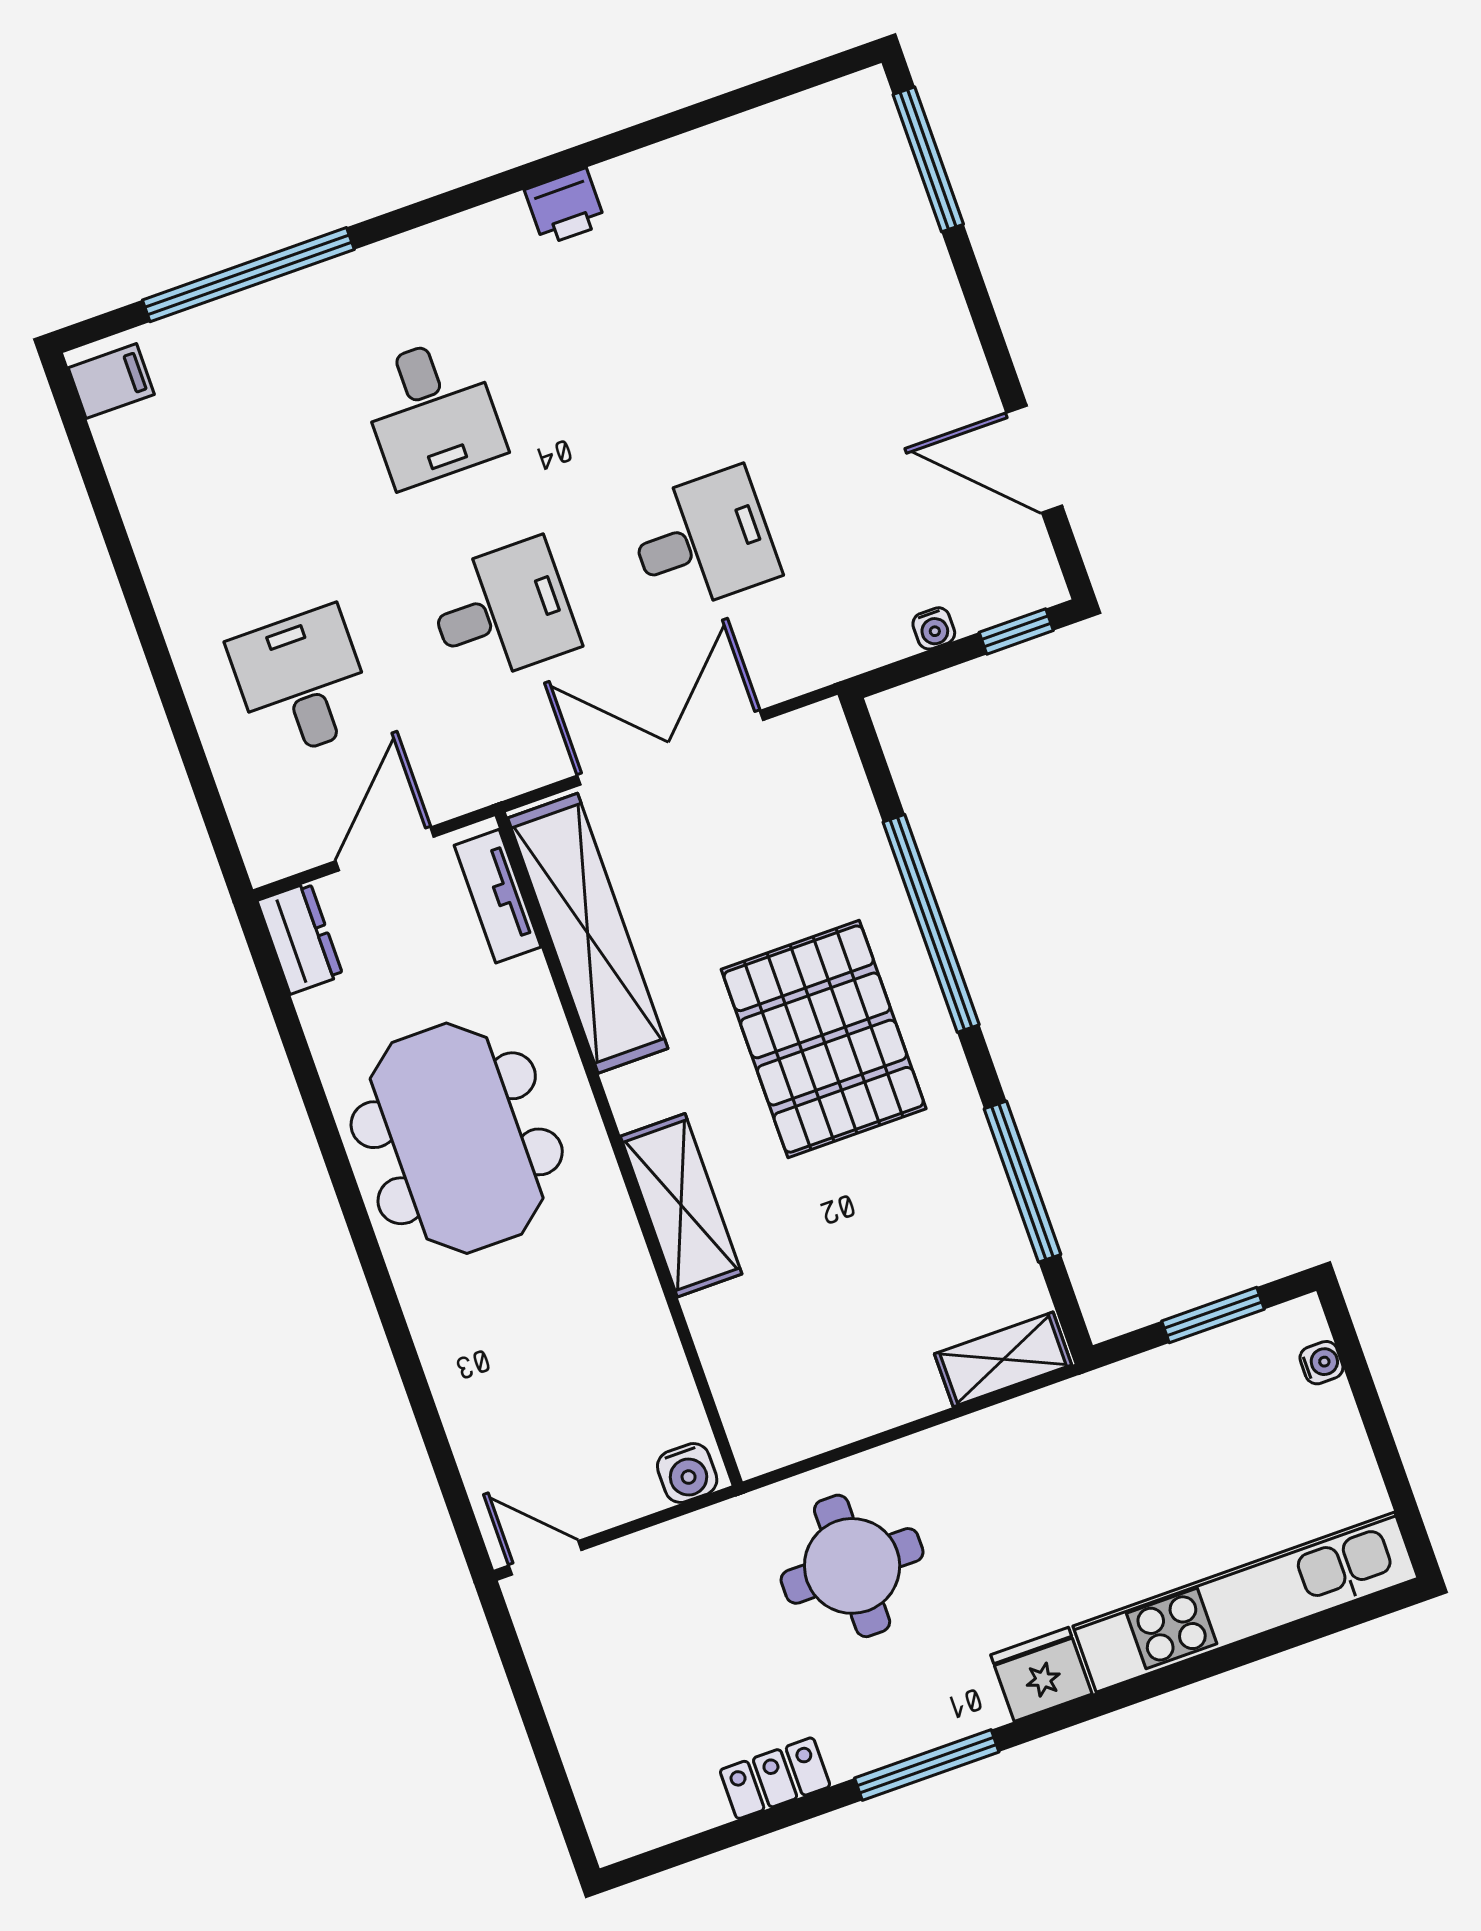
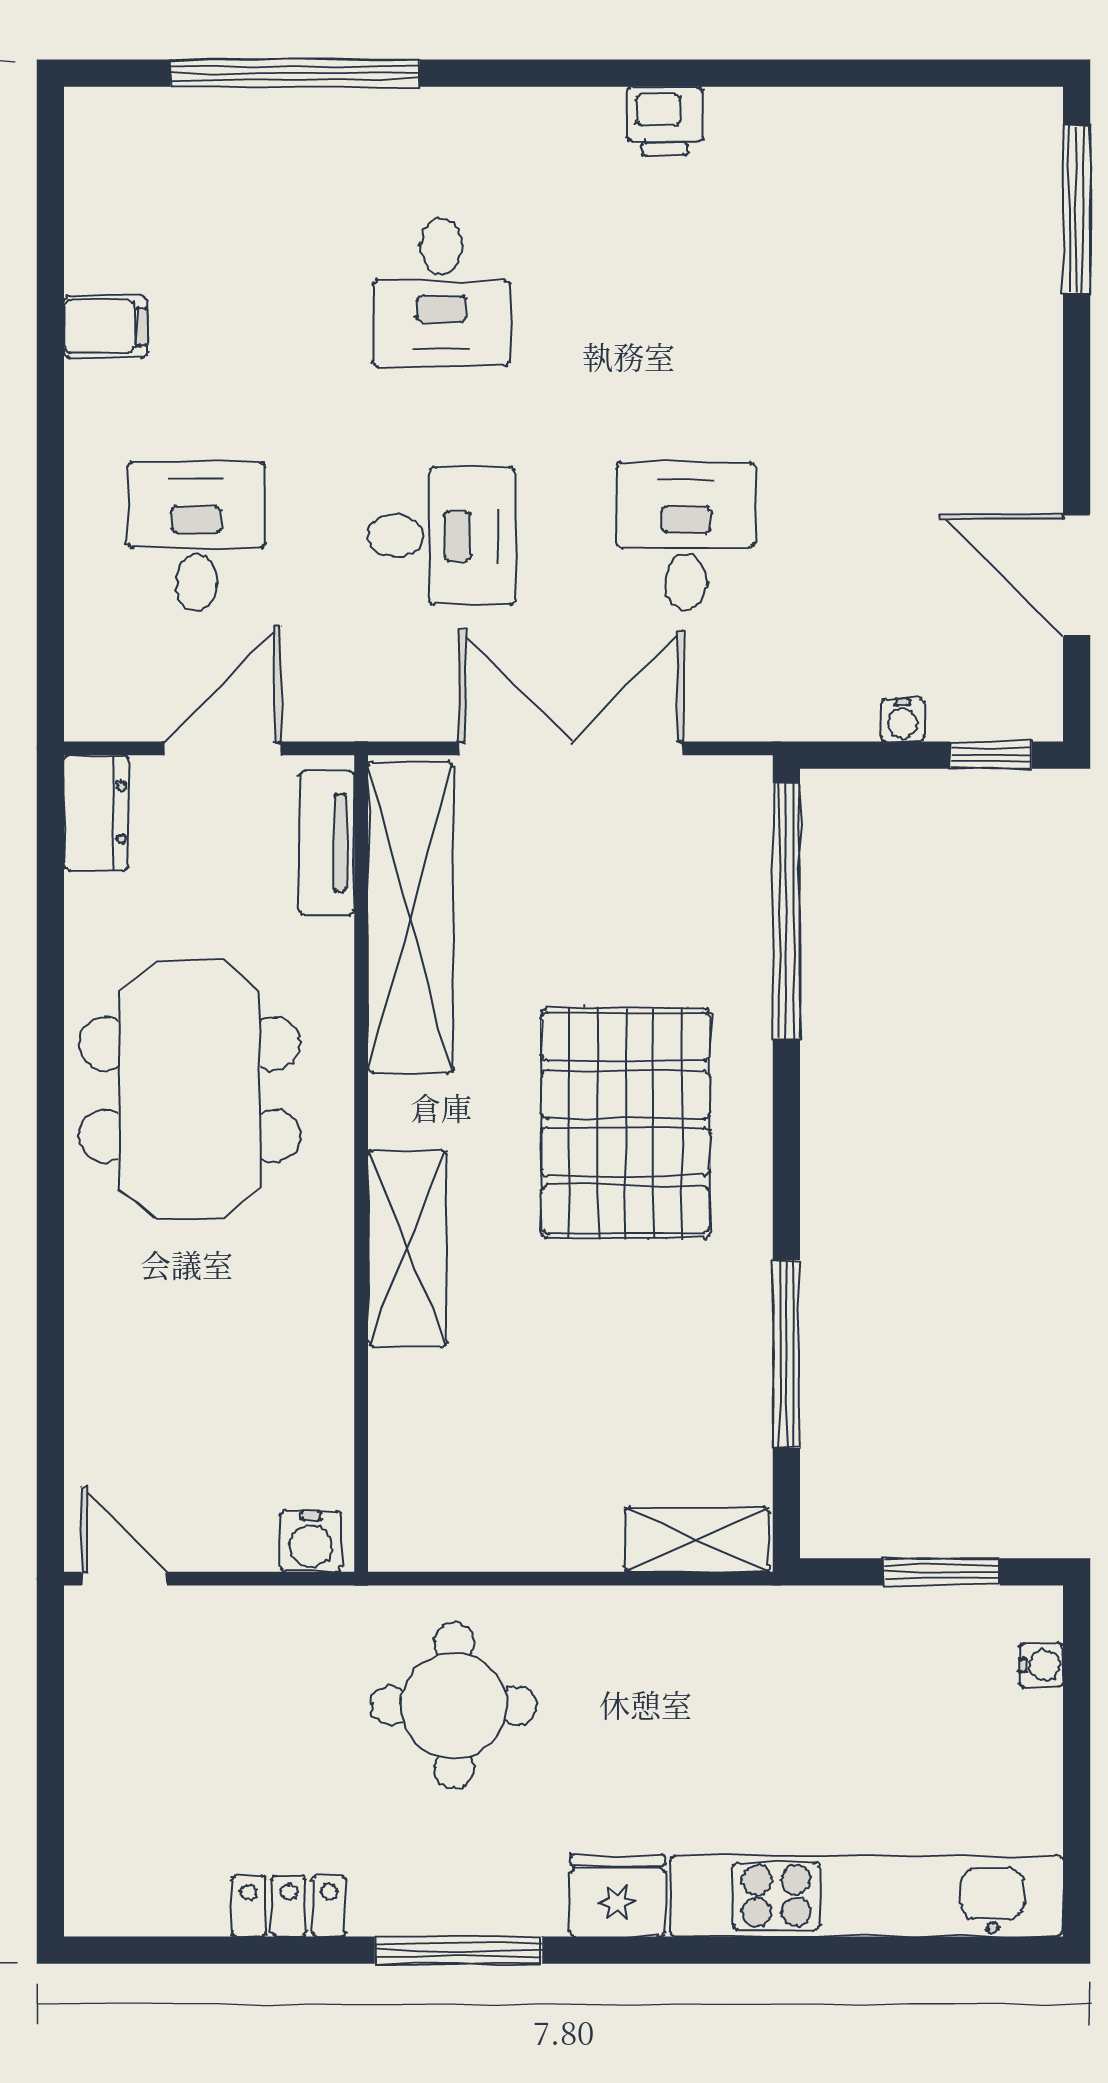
filing cabinet: (111, 381) -> (106, 327), moved
desk: (703, 541) -> (686, 536), turned -90
window: (931, 923) -> (786, 912), moved

